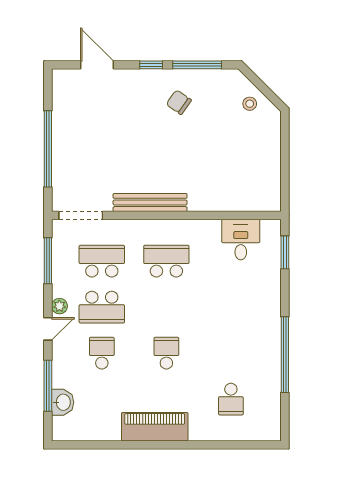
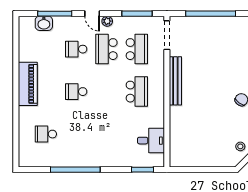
school desk: (102, 353) -> (76, 49), turned 180
school desk: (166, 353) -> (76, 92), turned 180

